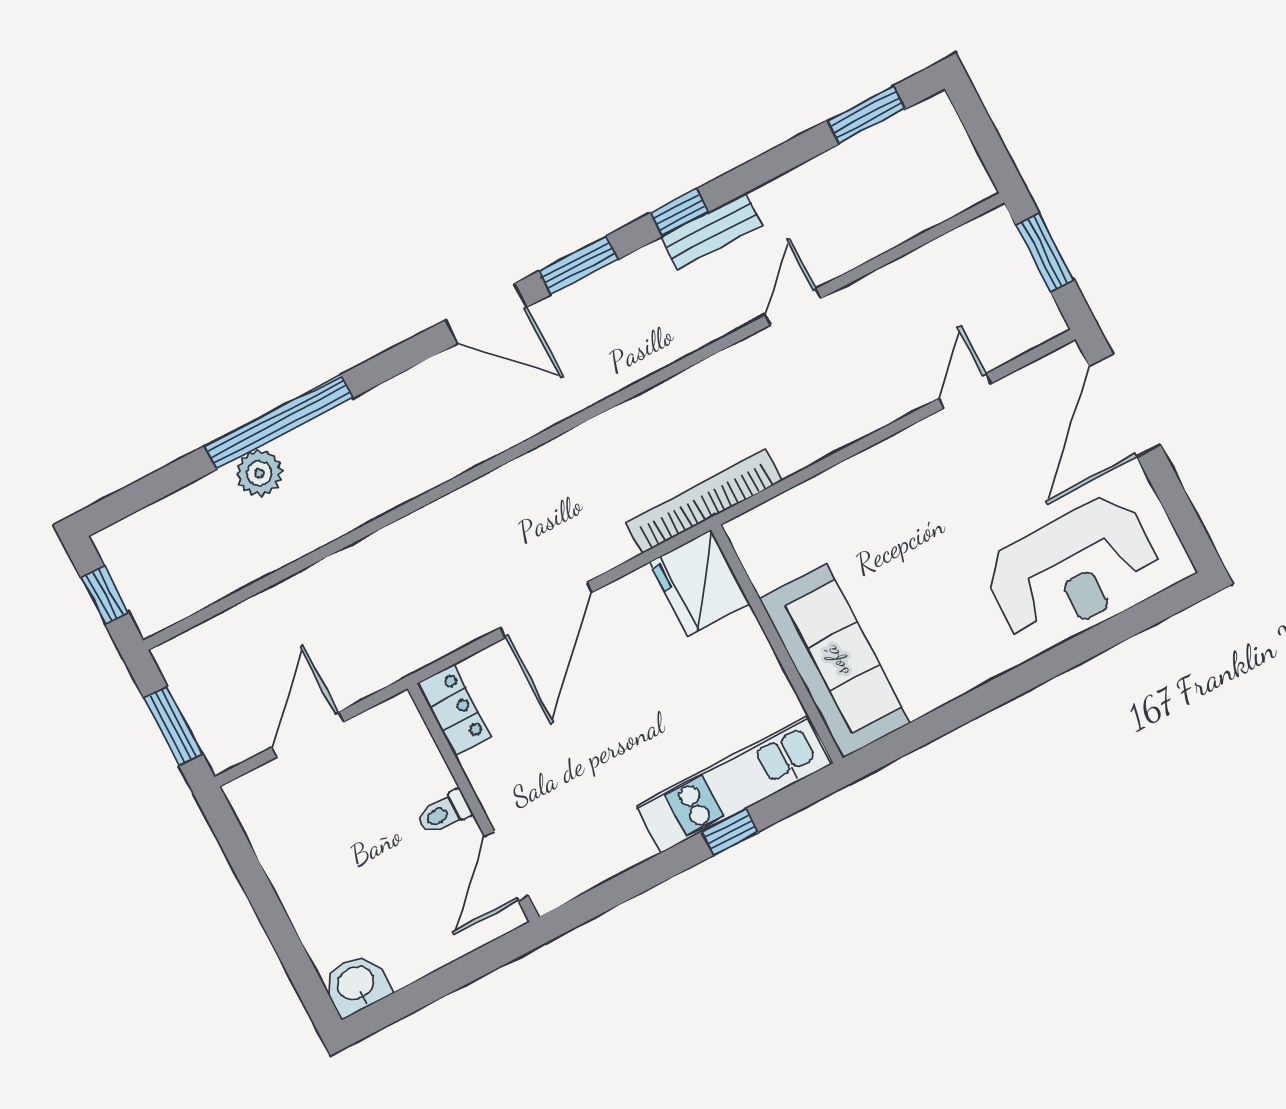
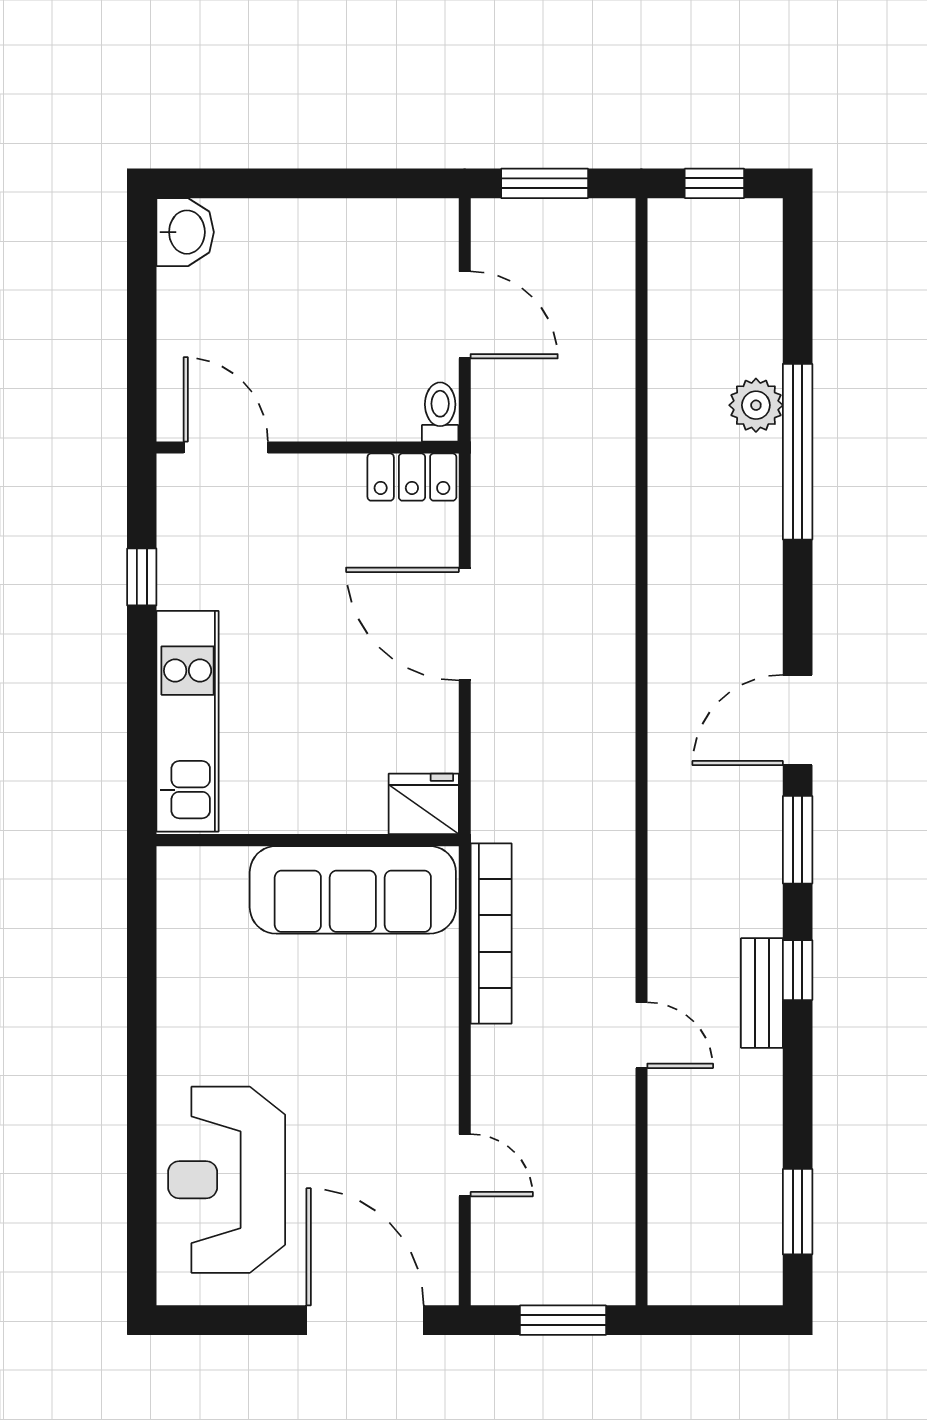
bookcase: (704, 501) -> (491, 934), moved
fridge: (699, 583) -> (424, 804), width x0.73, depth x0.75
sofa: (835, 661) -> (353, 890), moved
toilet: (444, 813) -> (440, 412), moved
window: (730, 832) -> (142, 577), moved

